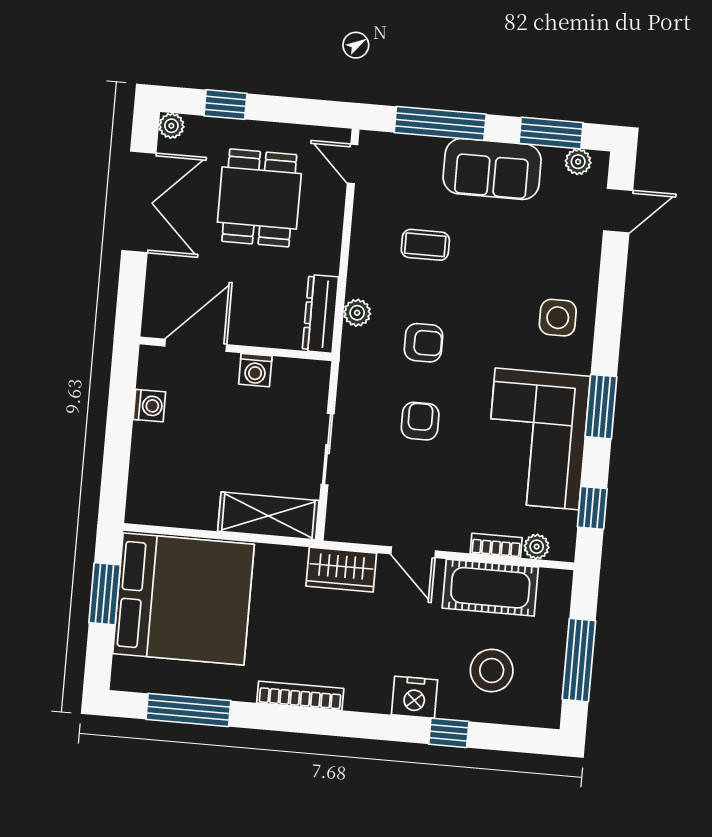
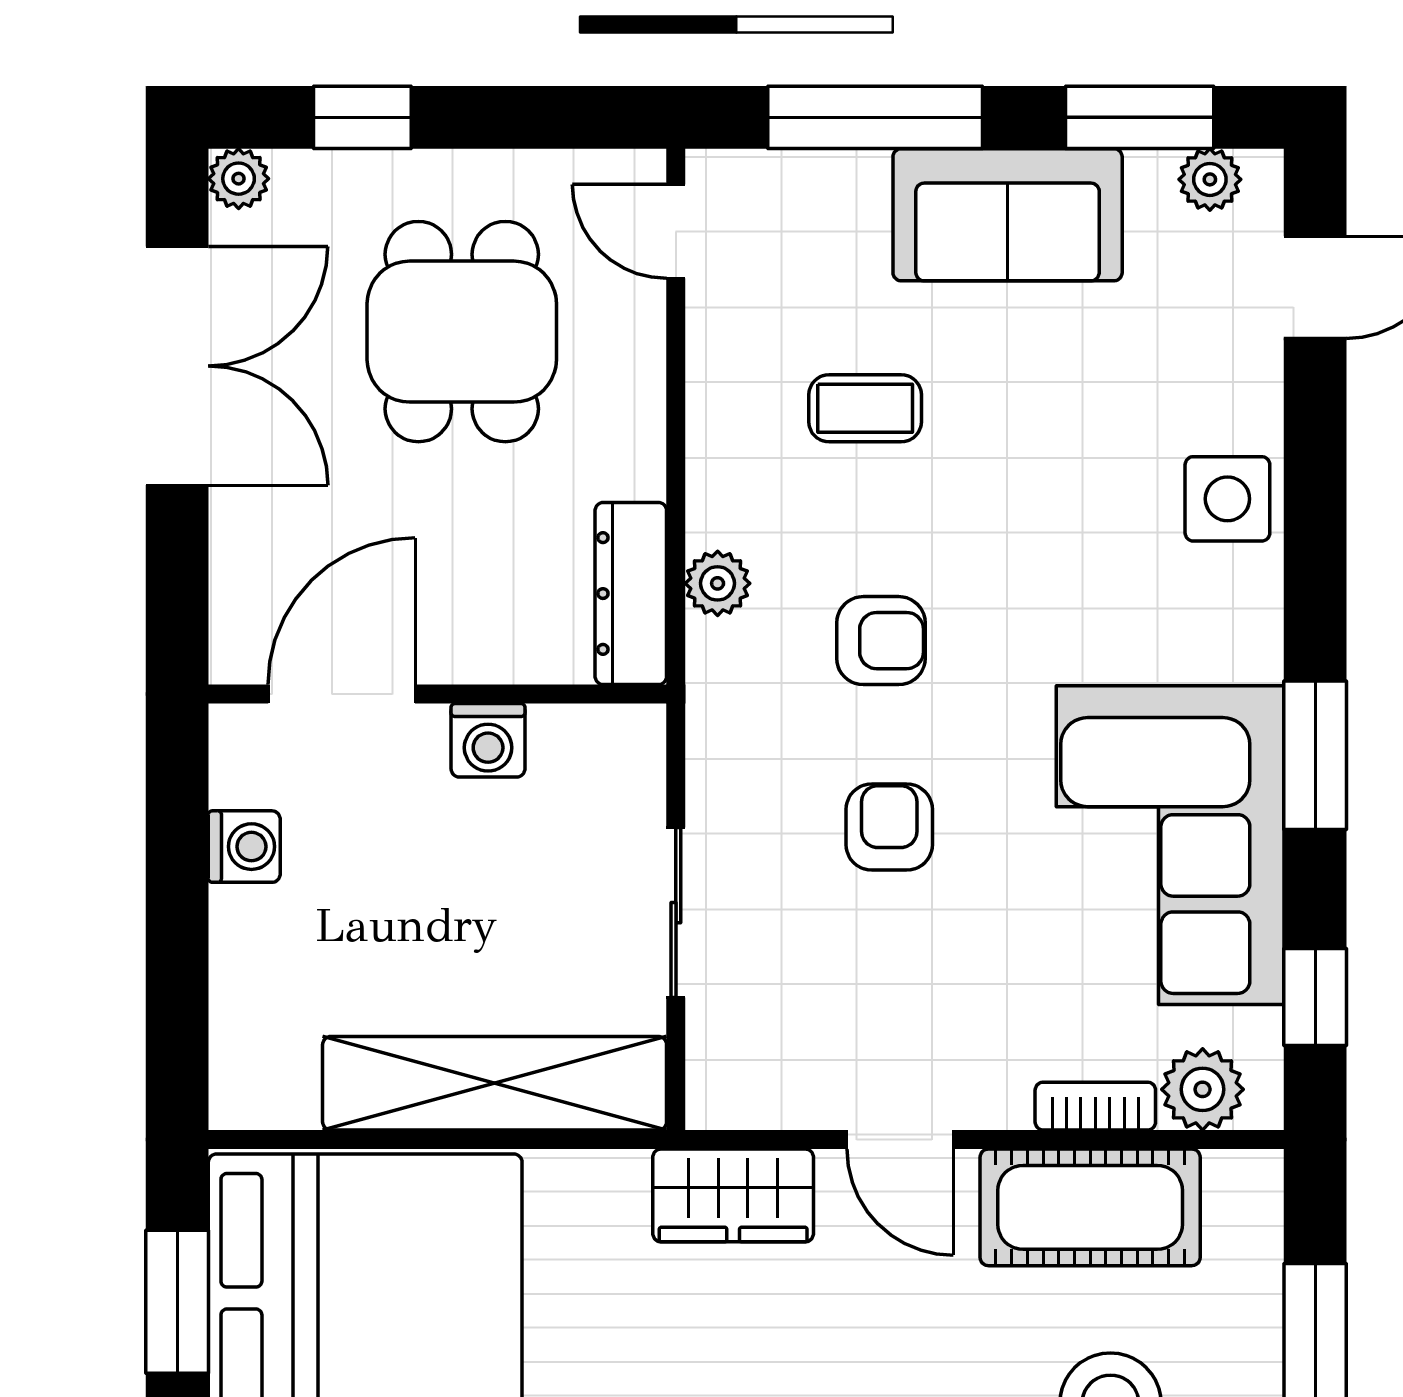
side table: (558, 318) -> (1227, 499), moved
shelving: (268, 516) -> (495, 1083), width x1.47
plant: (537, 547) -> (1203, 1089), width x1.38, depth x1.38

